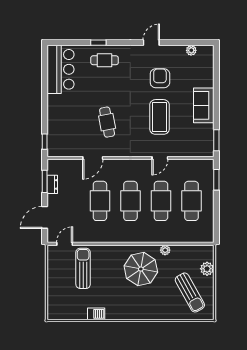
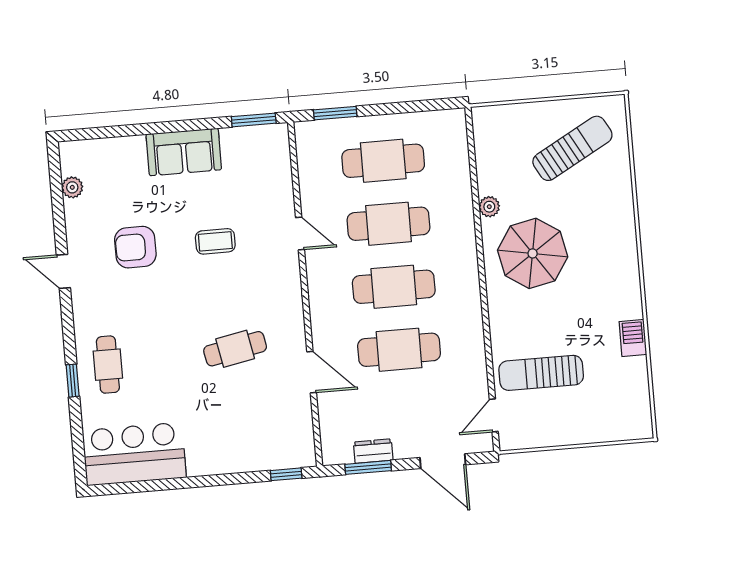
coffee table: (159, 117) -> (215, 241), width x0.54, depth x0.58
door: (65, 244) -> (494, 415), hinge flipped
plant: (207, 269) -> (520, 117), removed

